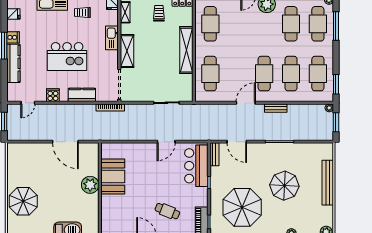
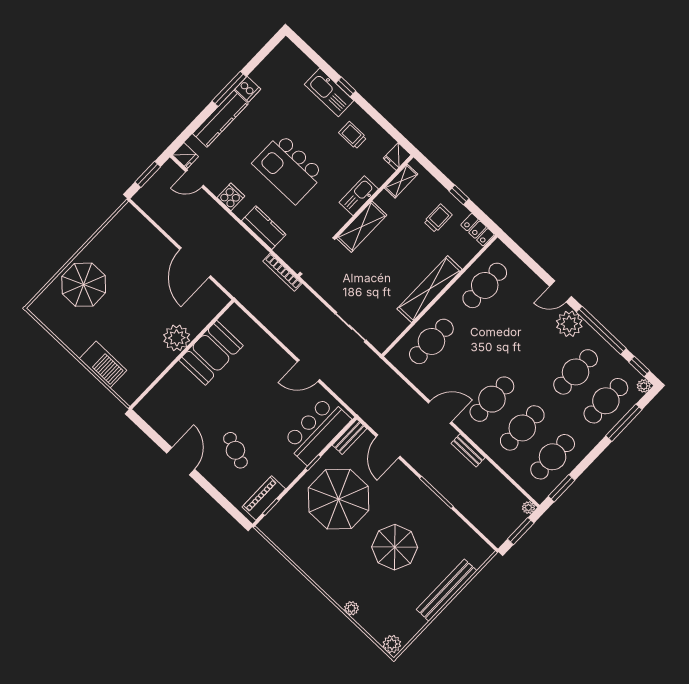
fridge: (13, 14) -> (185, 156), moved
parasol: (242, 207) -> (339, 499), moved

